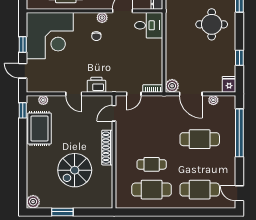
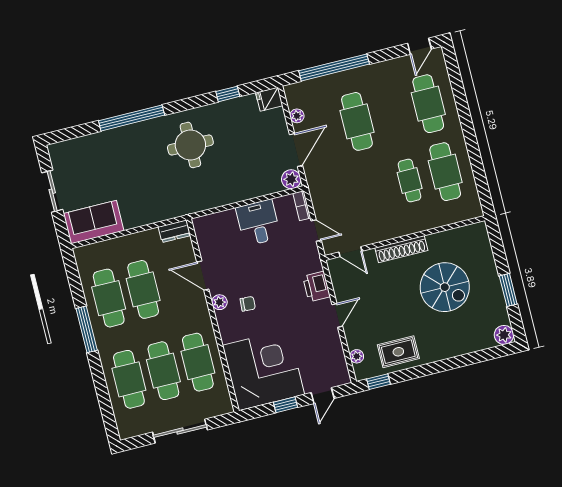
desk: (149, 25) -> (258, 223), moved
rug: (39, 128) -> (398, 352), width x0.73, depth x0.70

